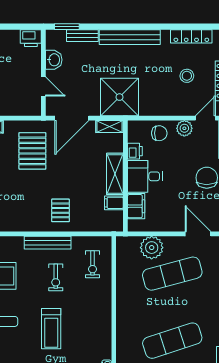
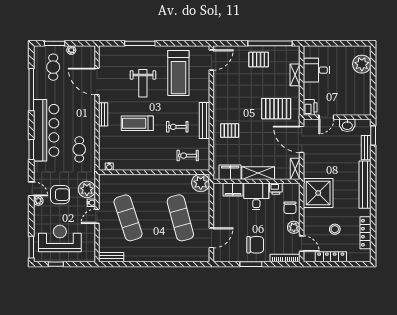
printer: (31, 38) -> (310, 107), moved, turned 180
shower: (119, 97) -> (318, 193), moved
filing cabinet: (114, 203) -> (230, 172), width x2.00
plant: (152, 248) -> (201, 183), moved

